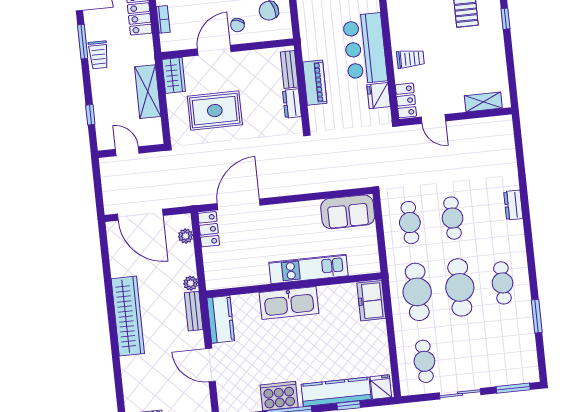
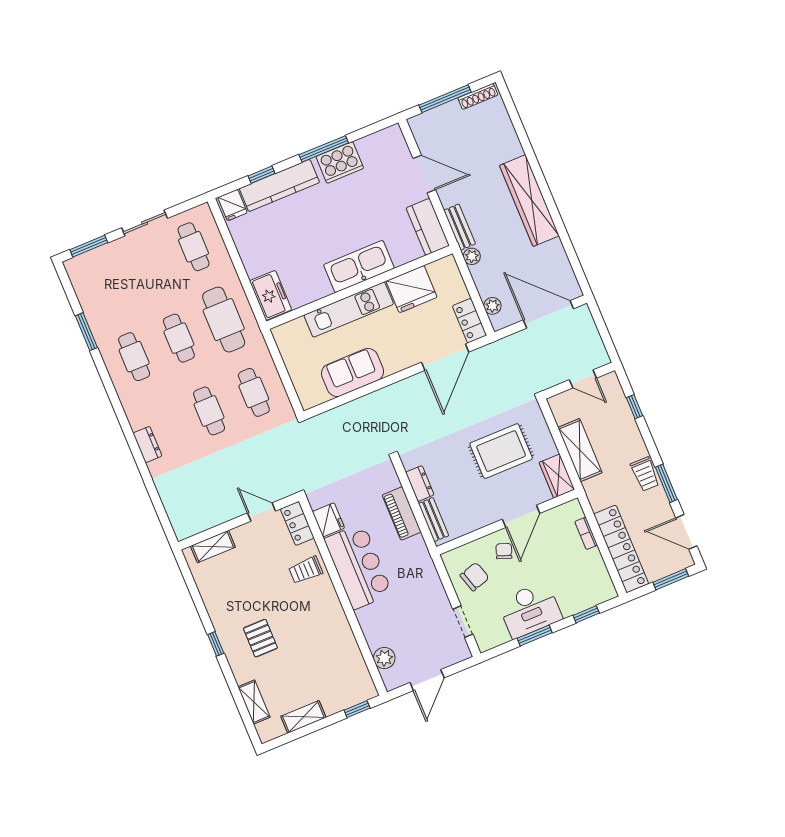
trolley: (98, 55) -> (645, 474), turned 180
sofa: (348, 212) -> (353, 372), moved
fridge: (250, 271) -> (412, 289), added
cafe table: (460, 287) -> (179, 338), width x0.73, depth x0.74

